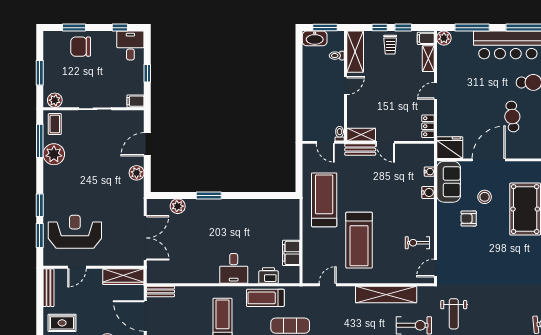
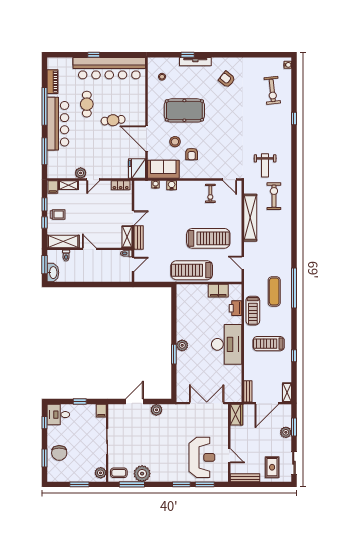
plant: (444, 38) -> (81, 173), moved
door: (435, 91) -> (93, 180), hinge flipped
door: (147, 144) -> (134, 402), swing flipped
treadmill: (324, 200) -> (192, 270), moved
plant: (178, 206) -> (182, 345), moved
reception desk: (75, 232) -> (202, 457), turned 180
desk: (234, 268) -> (227, 344), width x1.87, depth x1.30
wardrobe: (123, 277) -> (236, 415), width x0.67
weight bench: (454, 314) -> (265, 165), turned 90

